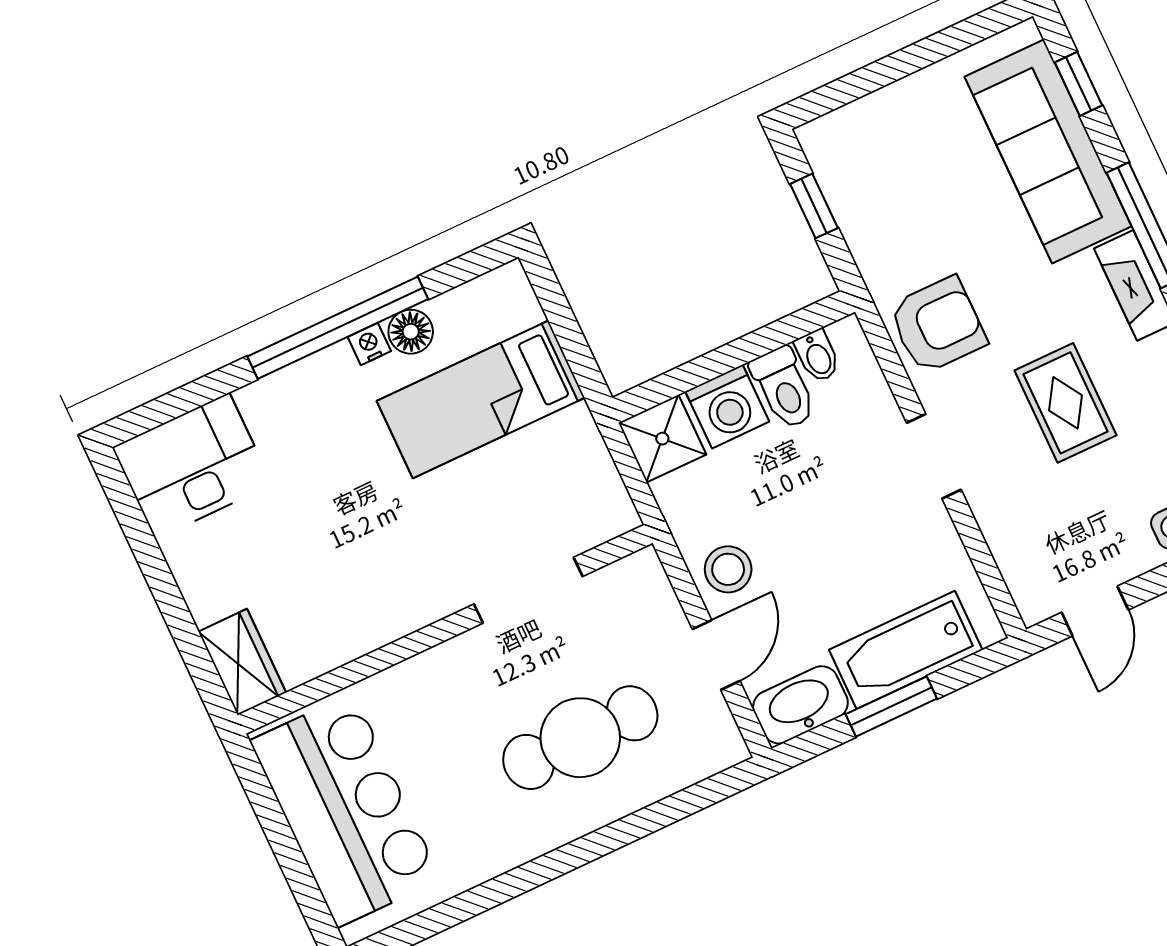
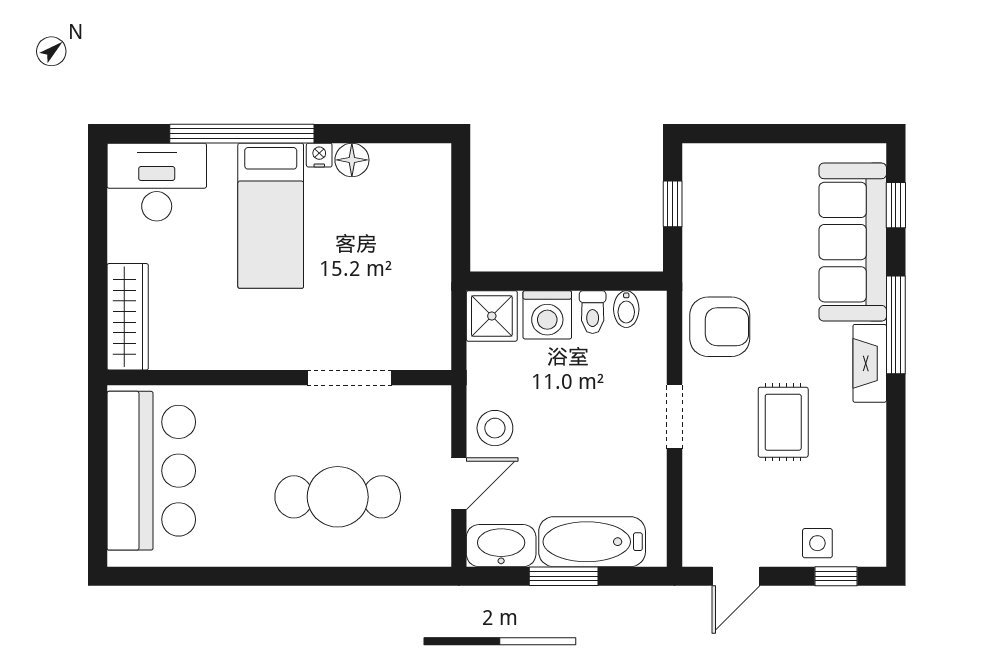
window: (338, 328) -> (242, 134), moved
toilet: (784, 388) -> (593, 312), width x0.73, depth x0.72
bed: (481, 399) -> (271, 216), moved, turned -90
wardrobe: (242, 662) -> (128, 317), width x1.50

